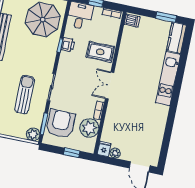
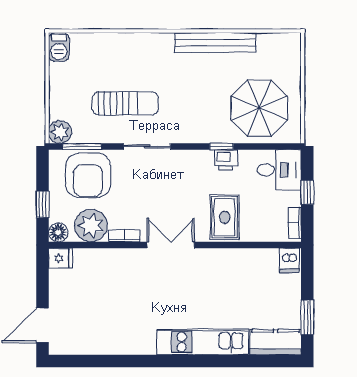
armchair: (61, 124) -> (88, 175), turned 90
floor lamp: (89, 147) -> (58, 232), added
plant: (115, 153) -> (57, 278), removed

